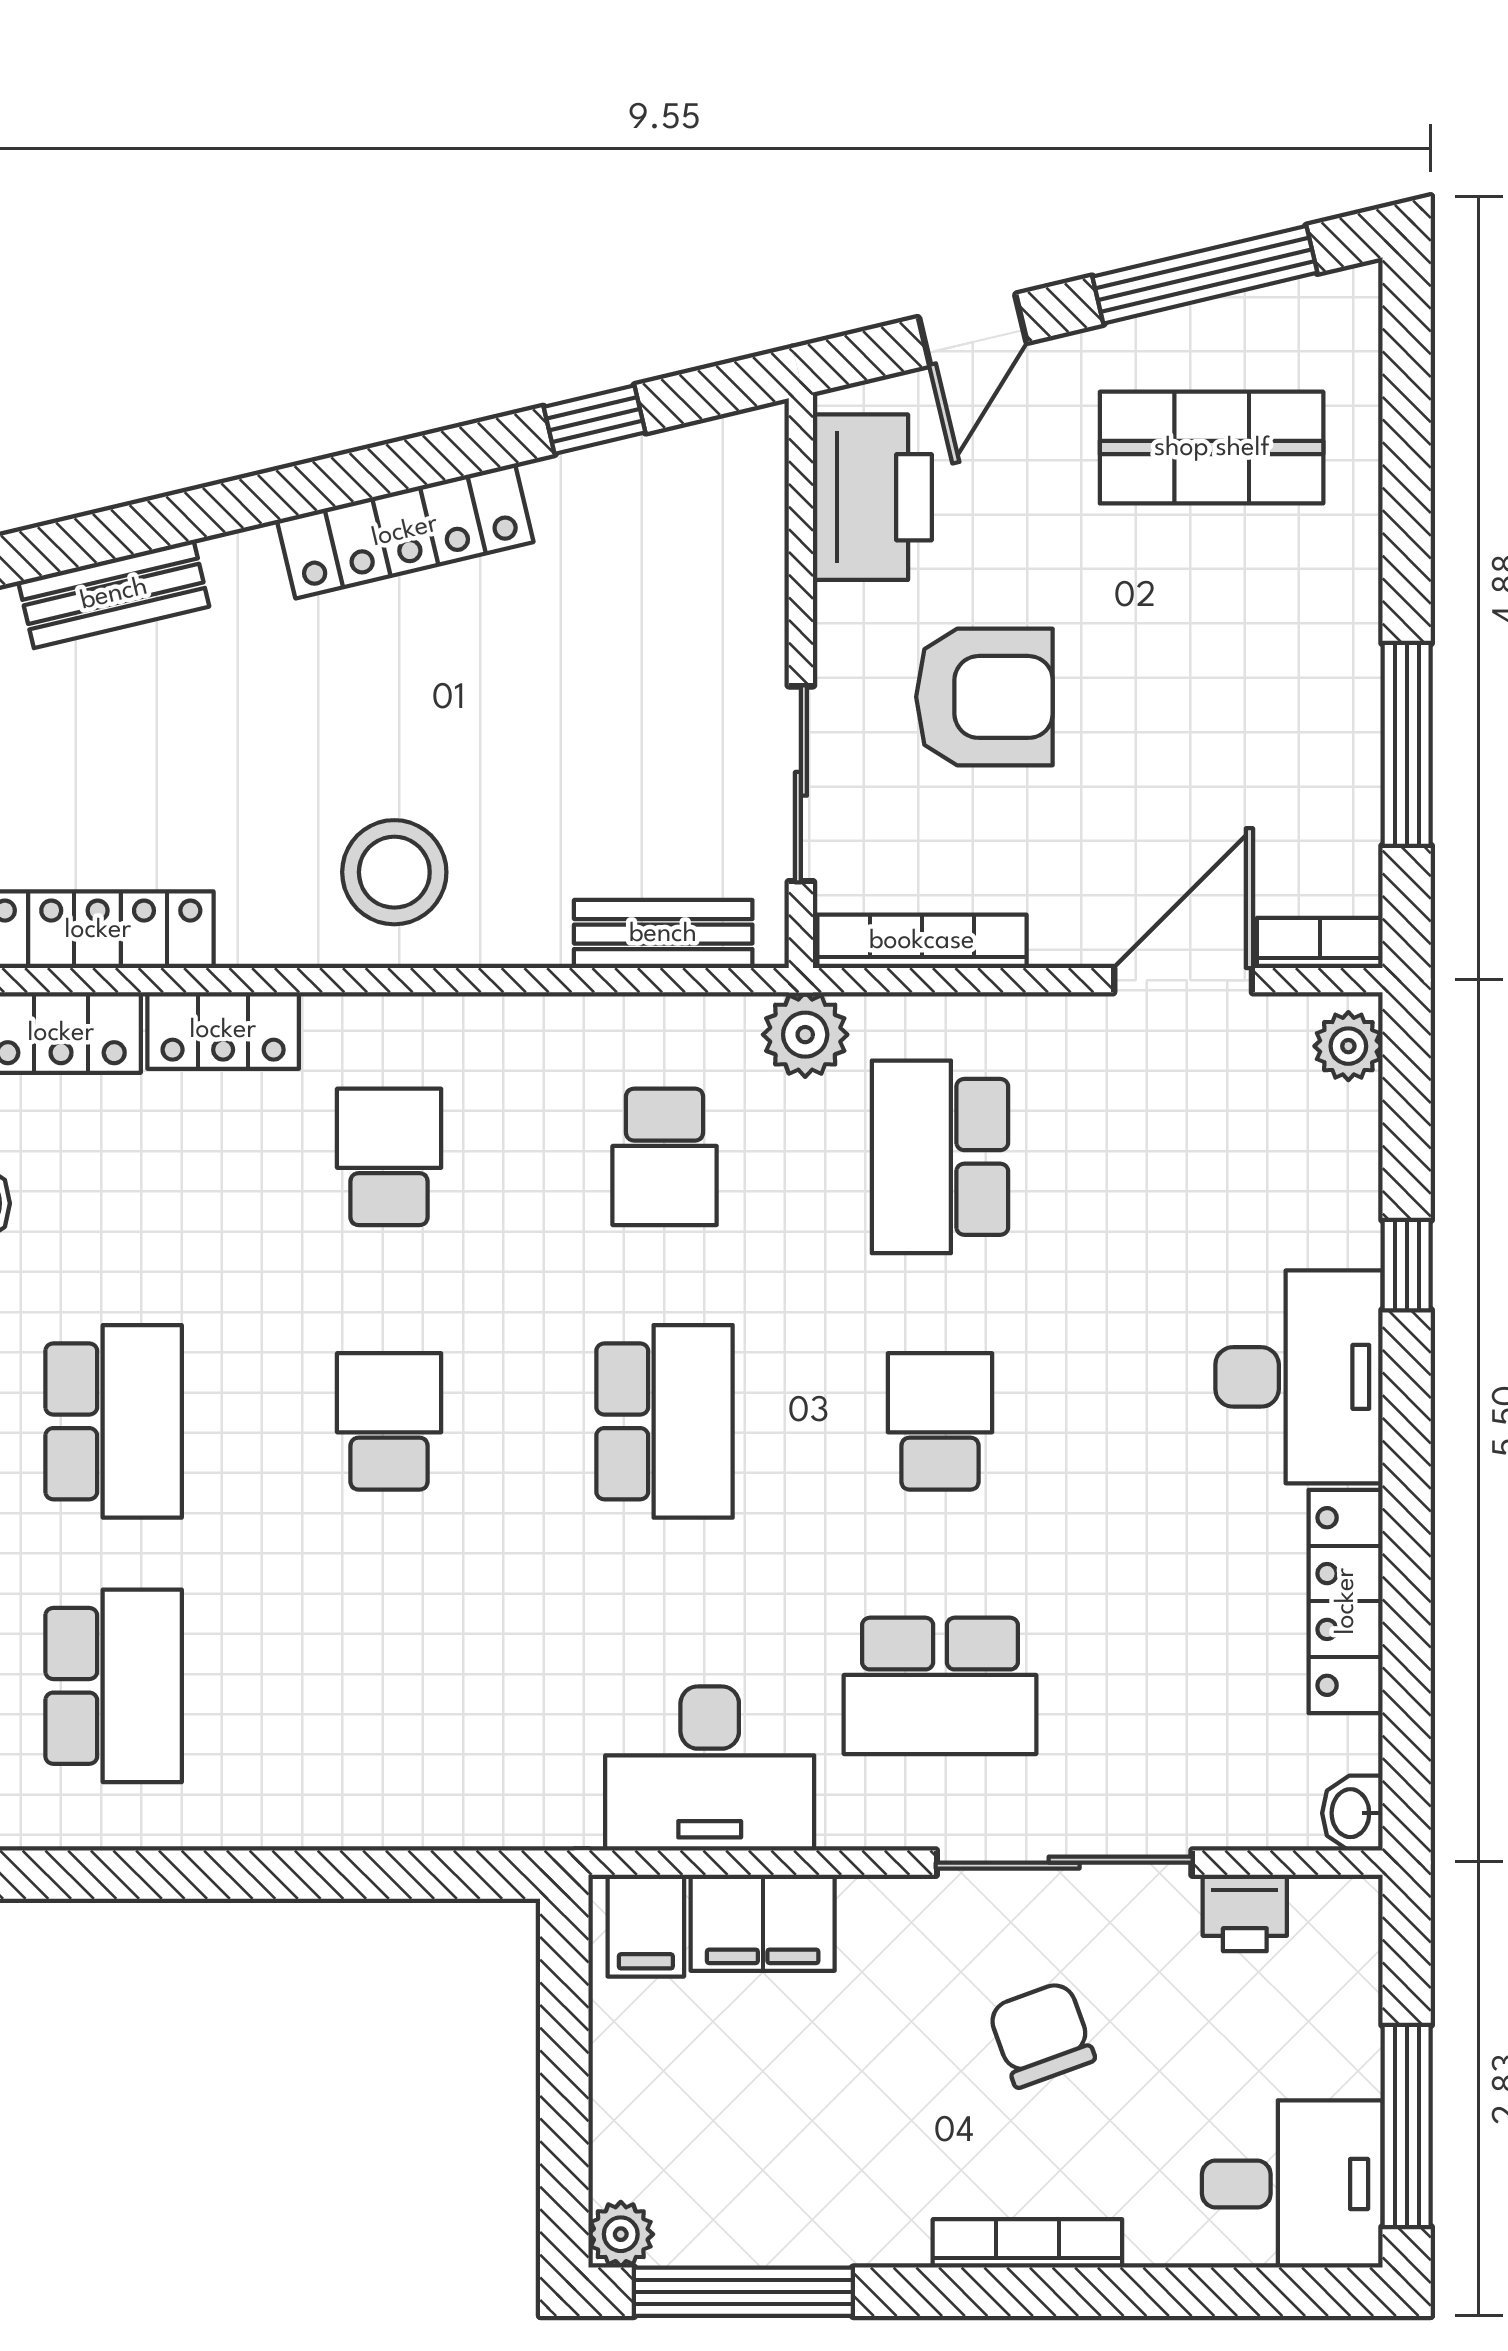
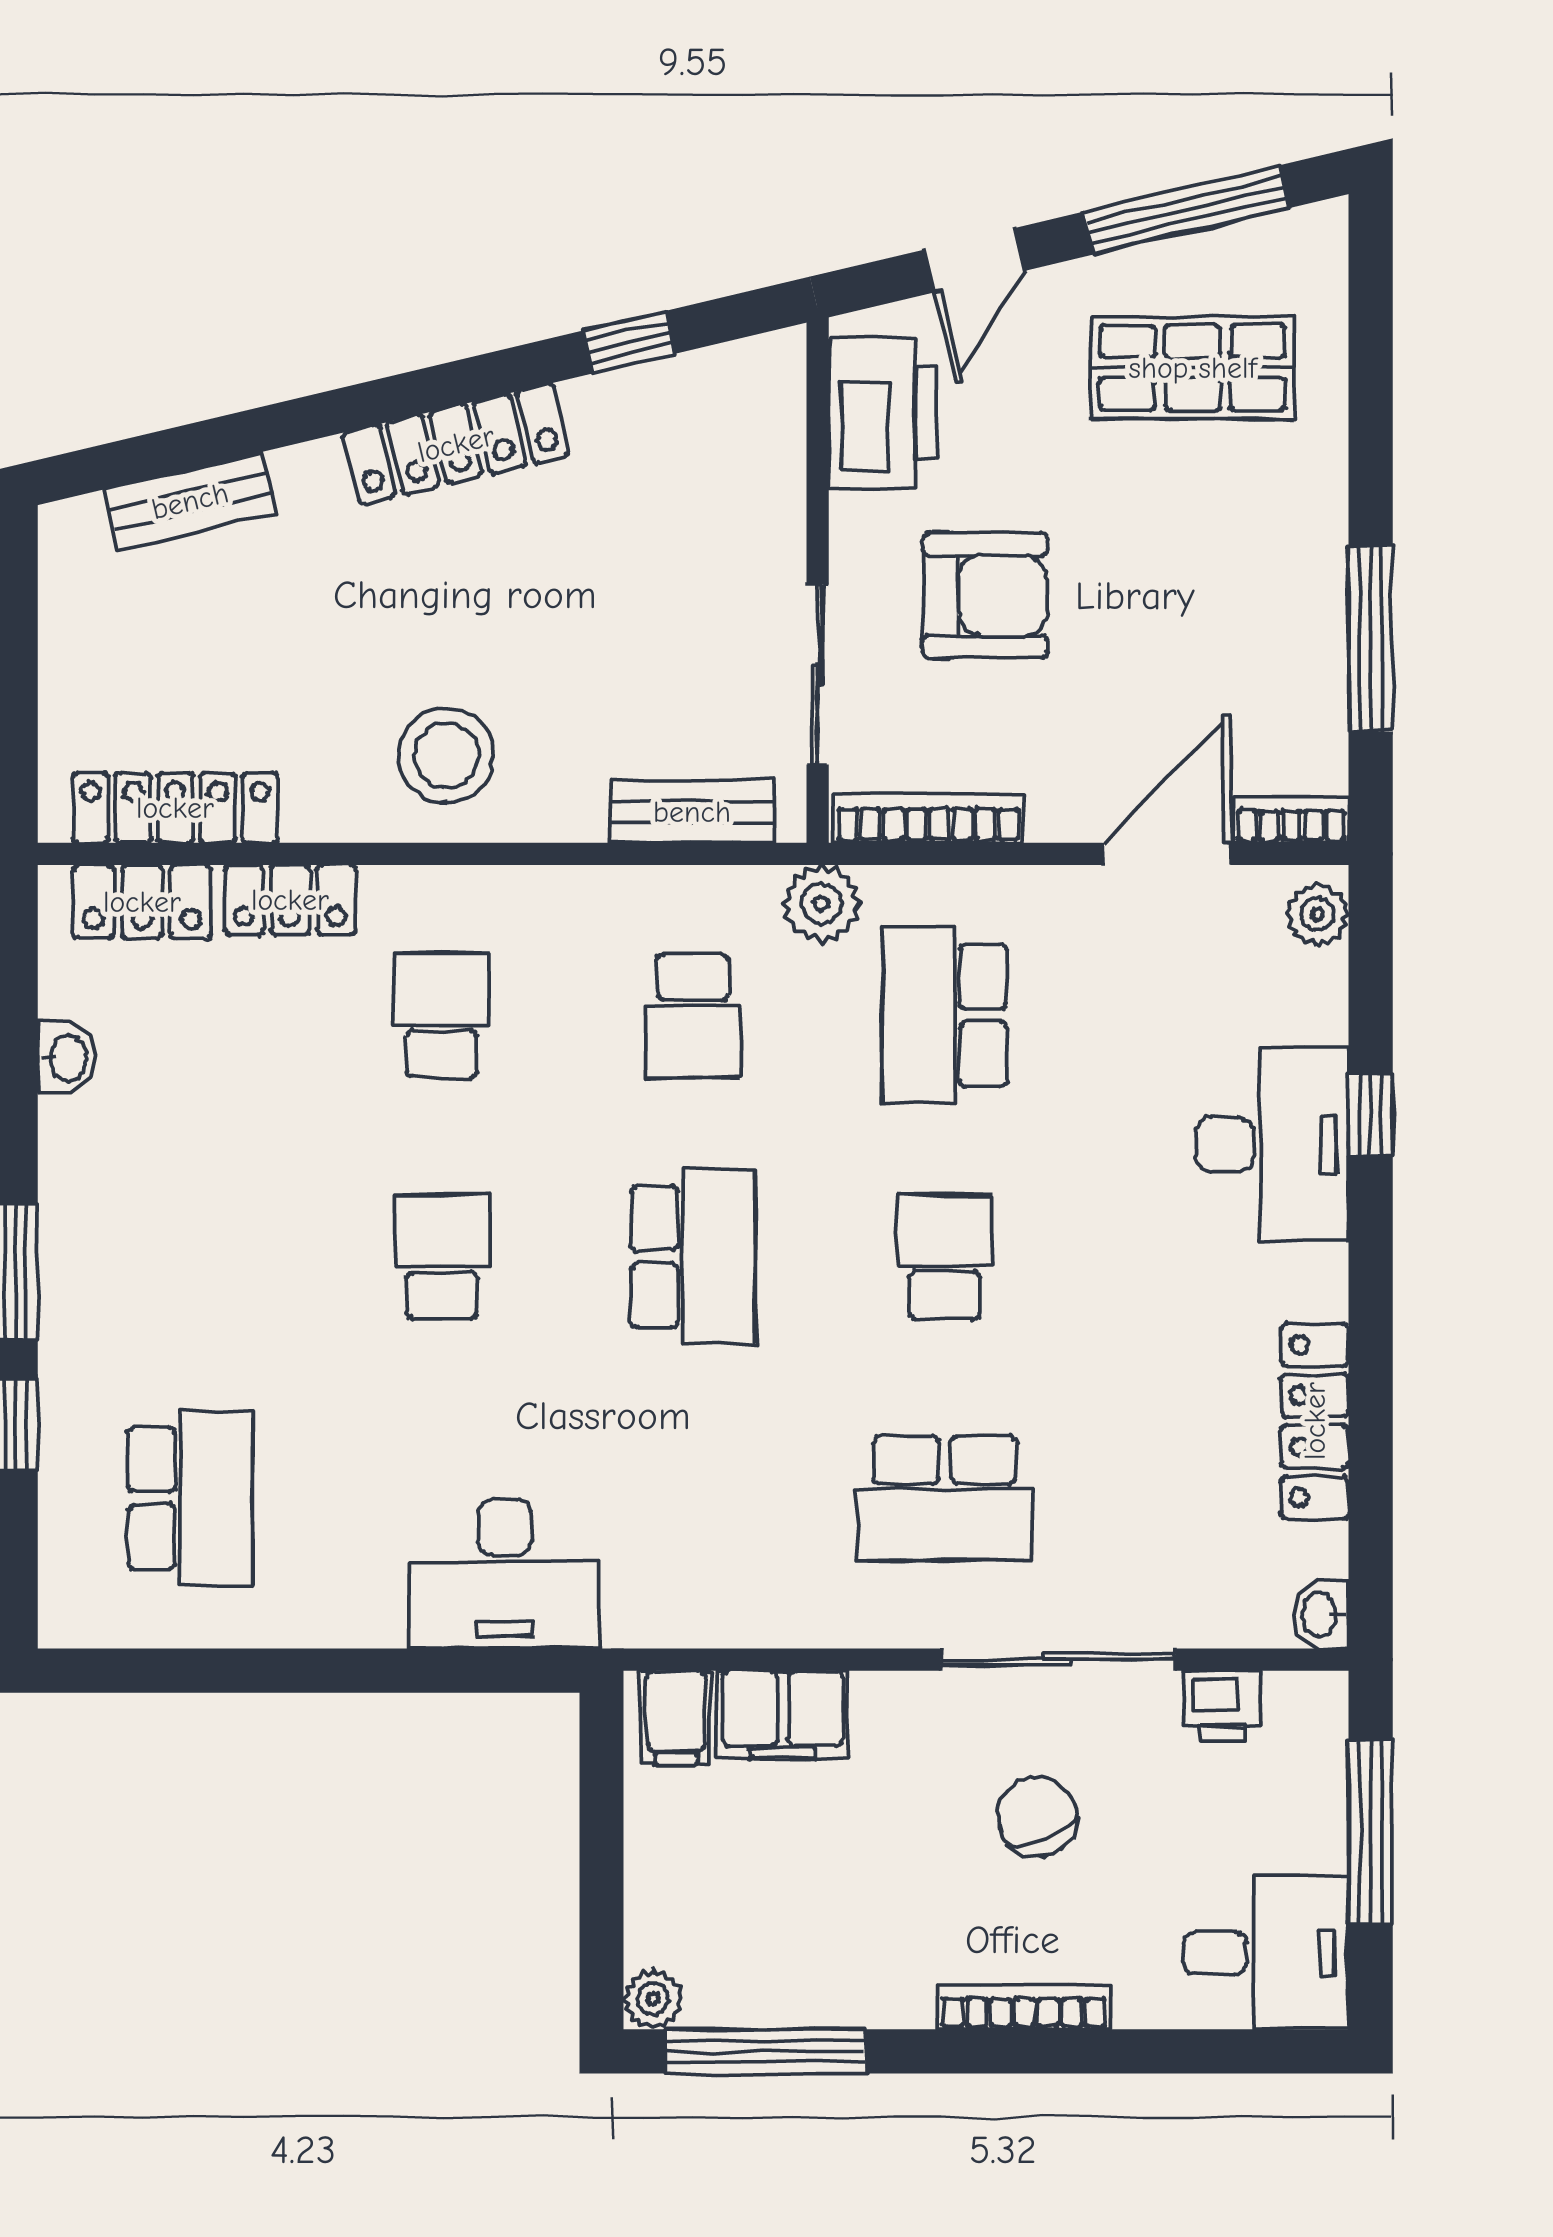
desk: (1299, 1377) -> (1272, 1145), moved
school desk: (114, 1421) -> (190, 1257), removed
desk: (710, 1768) -> (505, 1574), moved
window: (1407, 2126) -> (1371, 1832), moved

